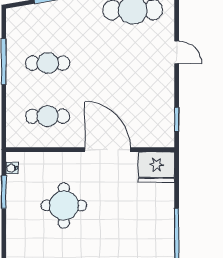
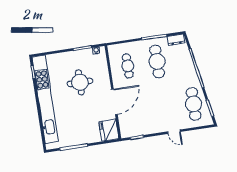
dresser: (14, 24) -> (176, 40), added
door: (177, 52) -> (174, 132), hinge flipped
cafe table: (48, 63) -> (157, 61), width x1.37, depth x1.35

